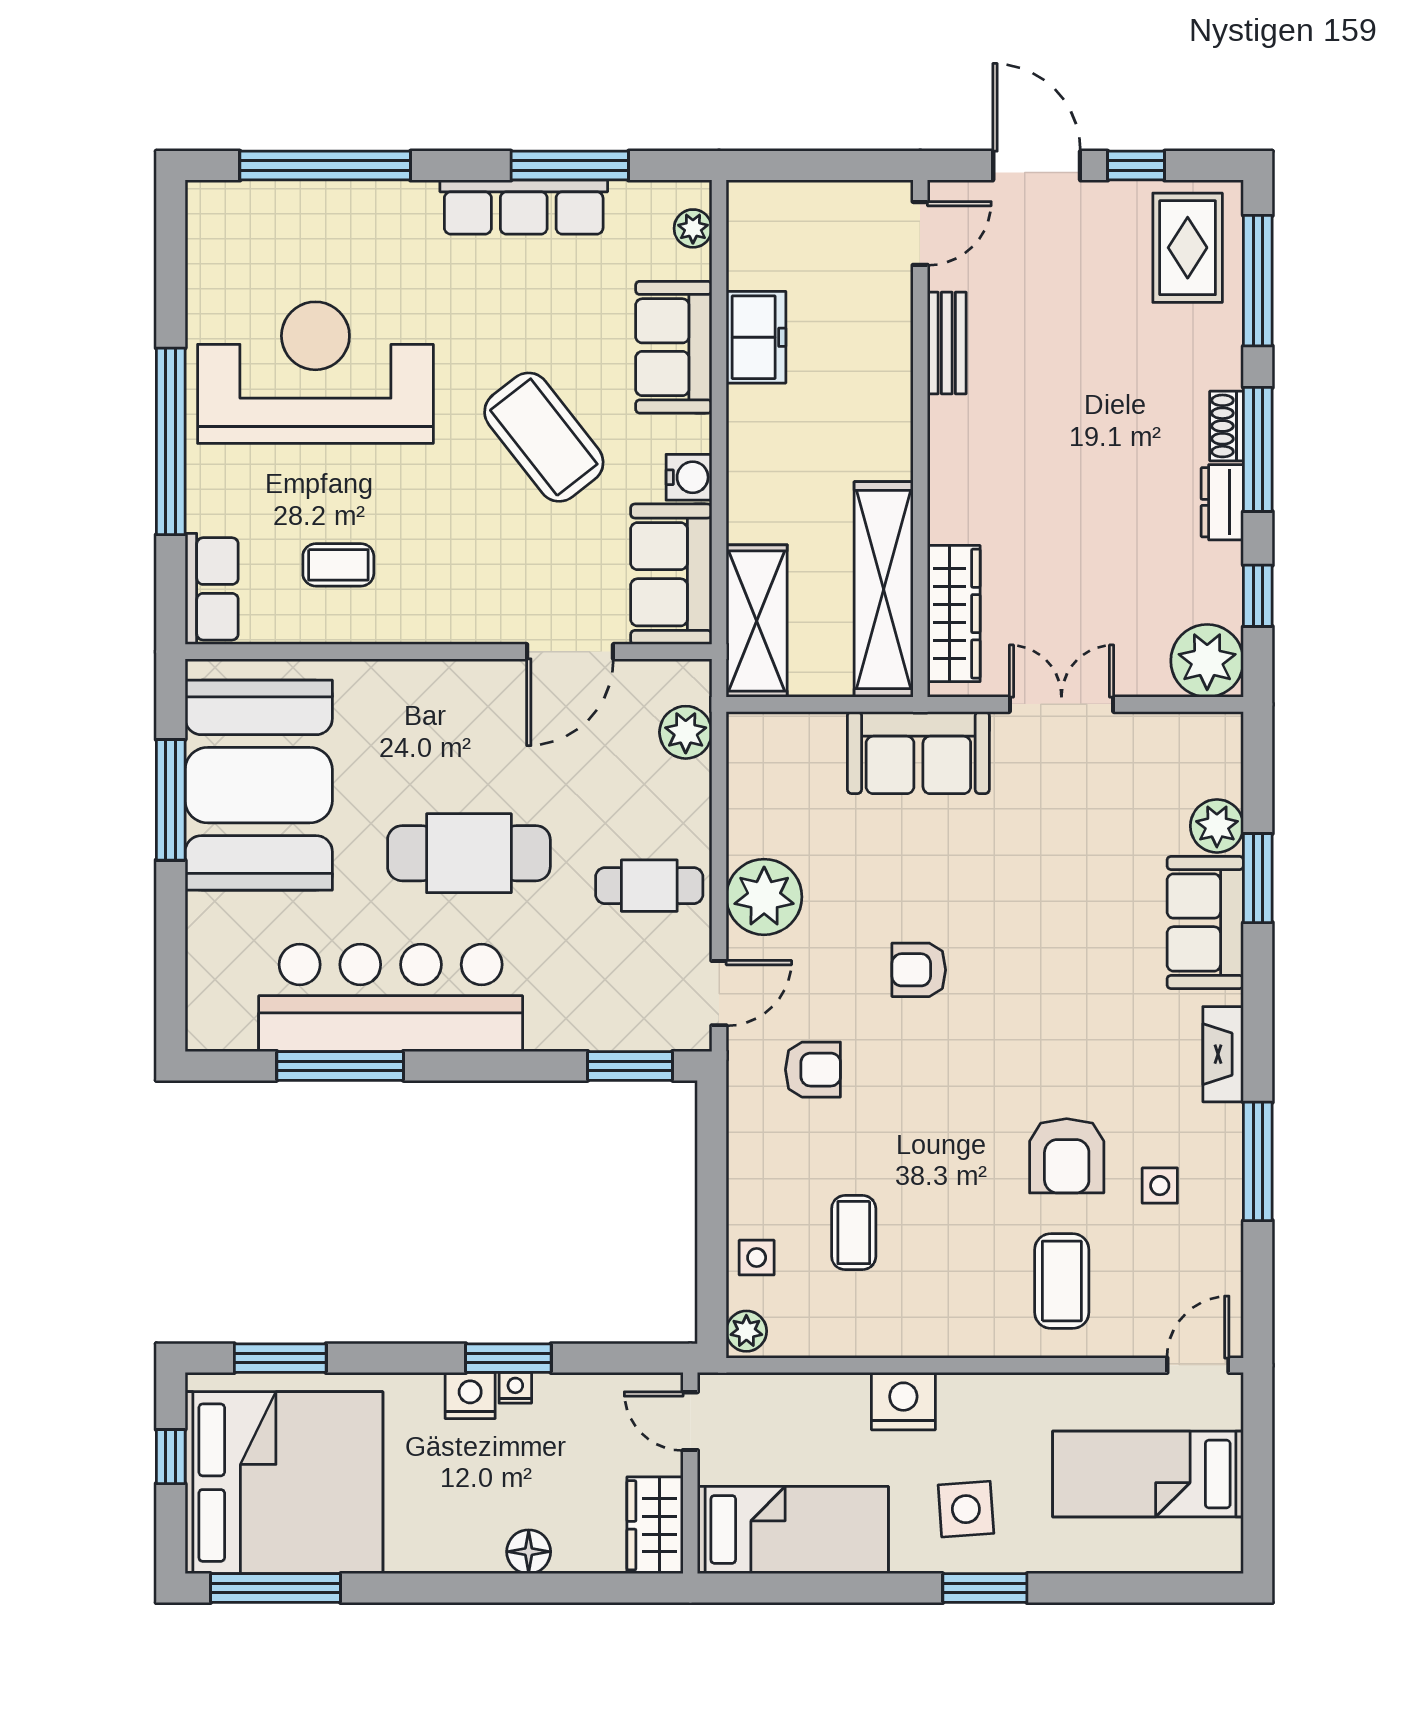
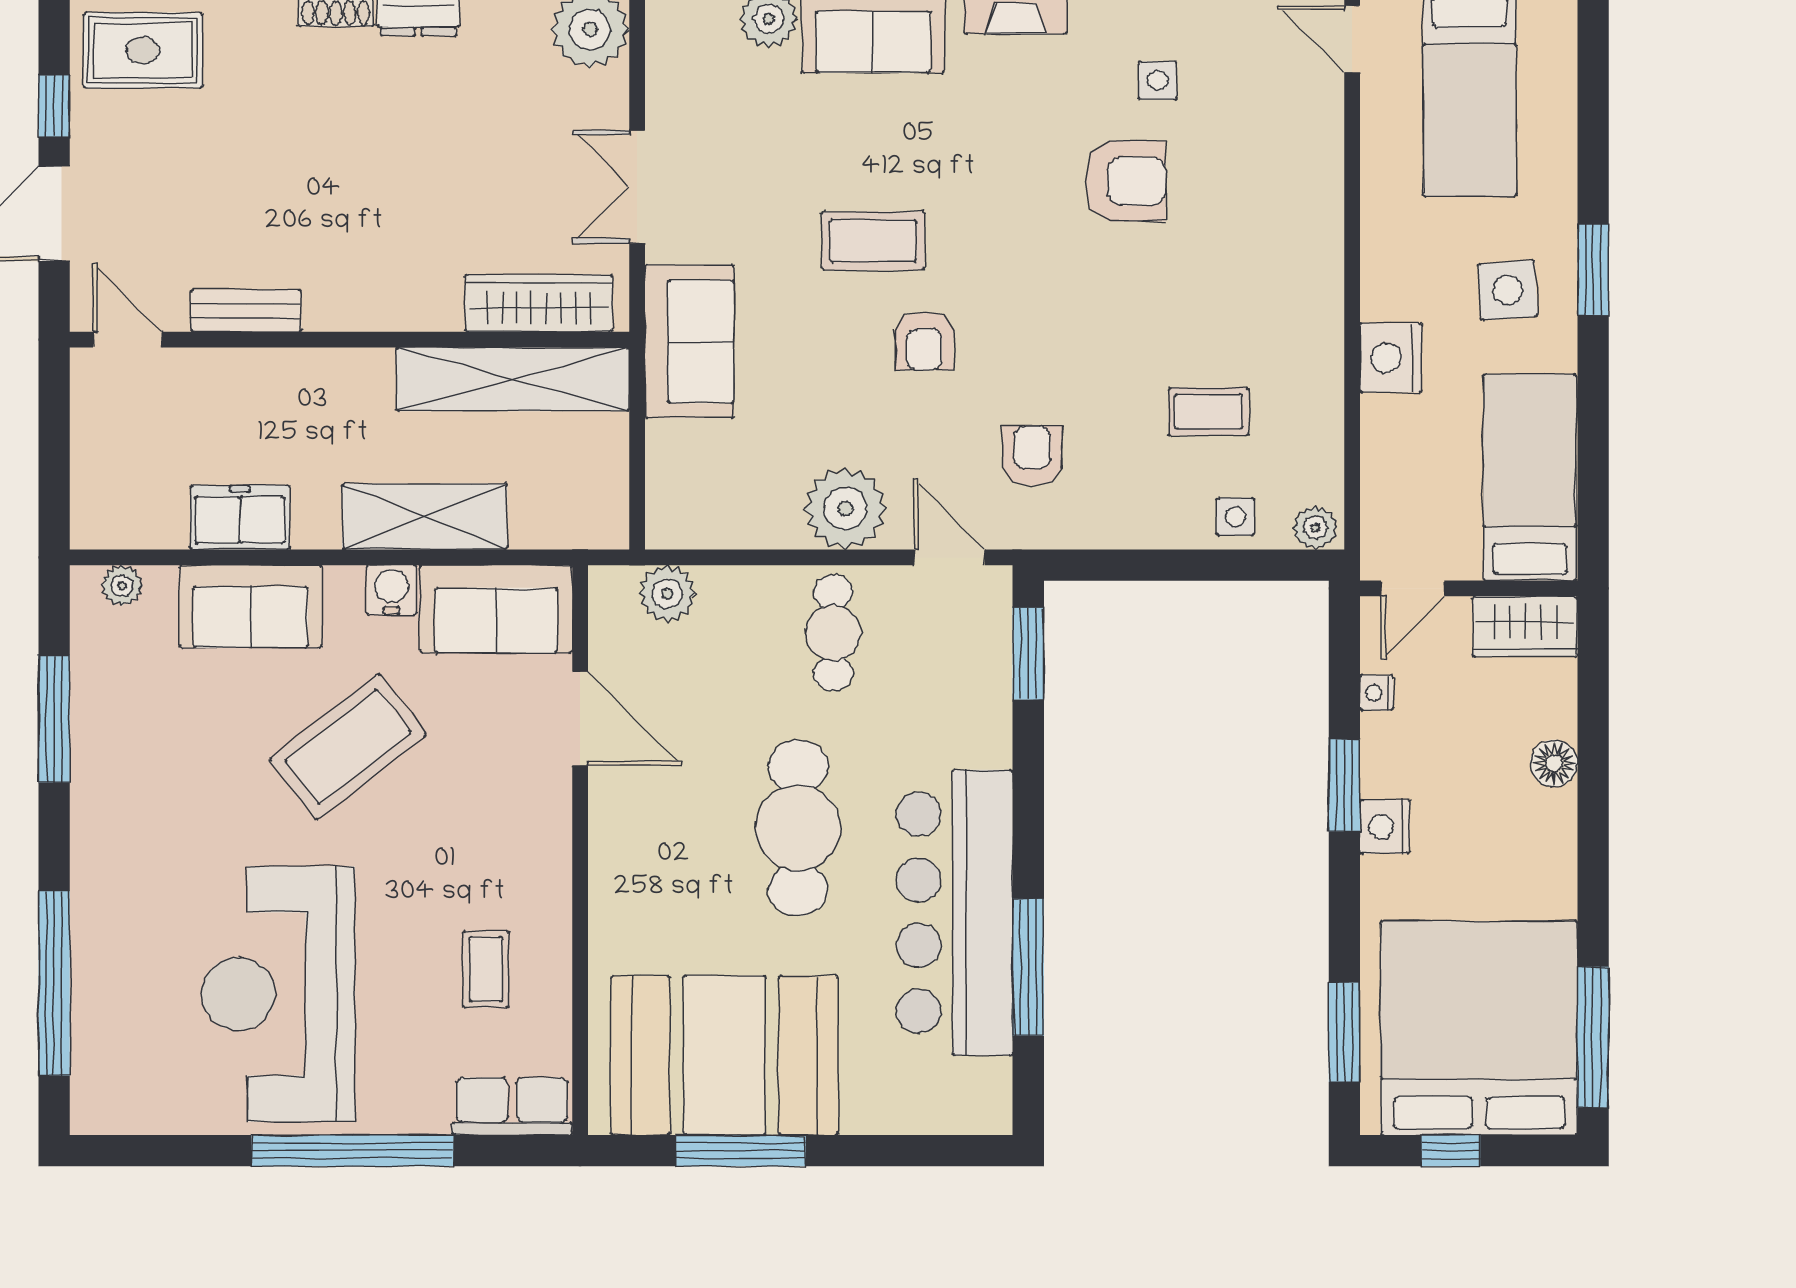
row of seats: (524, 207) -> (99, 769), removed
shelving: (757, 621) -> (425, 517), moved
coffee table: (1062, 1281) -> (873, 241), moved
nightstand: (515, 1388) -> (1377, 693), moved

